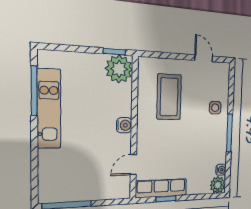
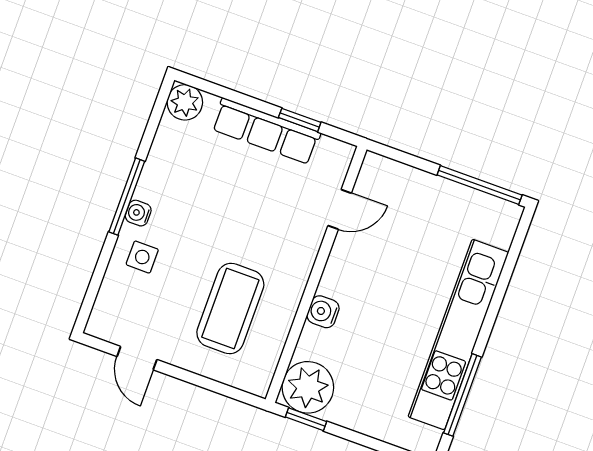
kitchen unit: (49, 109) -> (458, 335), width x1.36
water cooler: (124, 125) -> (323, 312), moved
water cooler: (221, 170) -> (138, 213), moved
row of seats: (161, 188) -> (266, 131), moved

